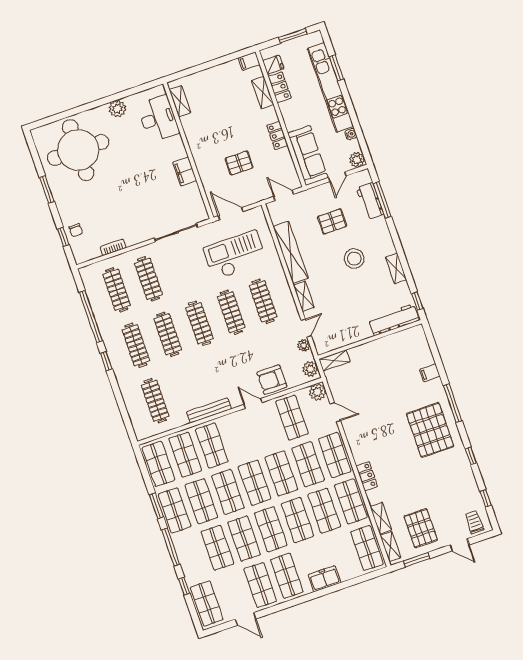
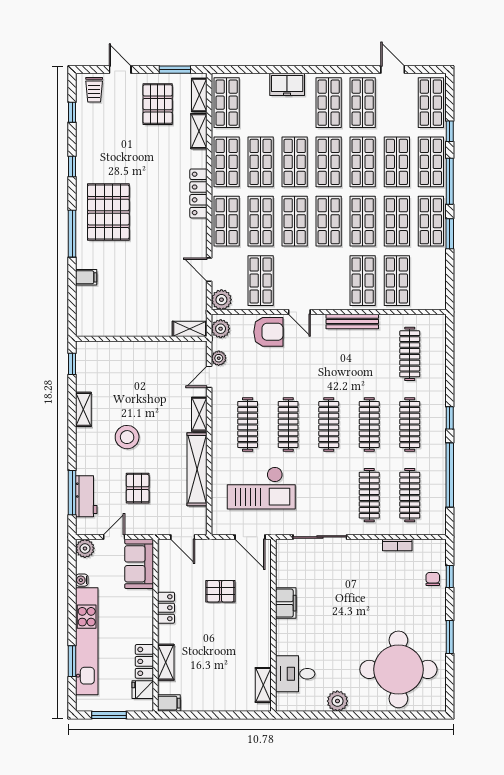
desk: (158, 119) -> (295, 674), width x0.73
sofa: (308, 155) -> (139, 564), width x0.73
pallet: (332, 221) -> (138, 488), turned 90
workbench: (394, 320) -> (106, 352), removed
shop shelf: (158, 464) -> (431, 162), moved
locker: (367, 476) -> (198, 193), width x1.53

